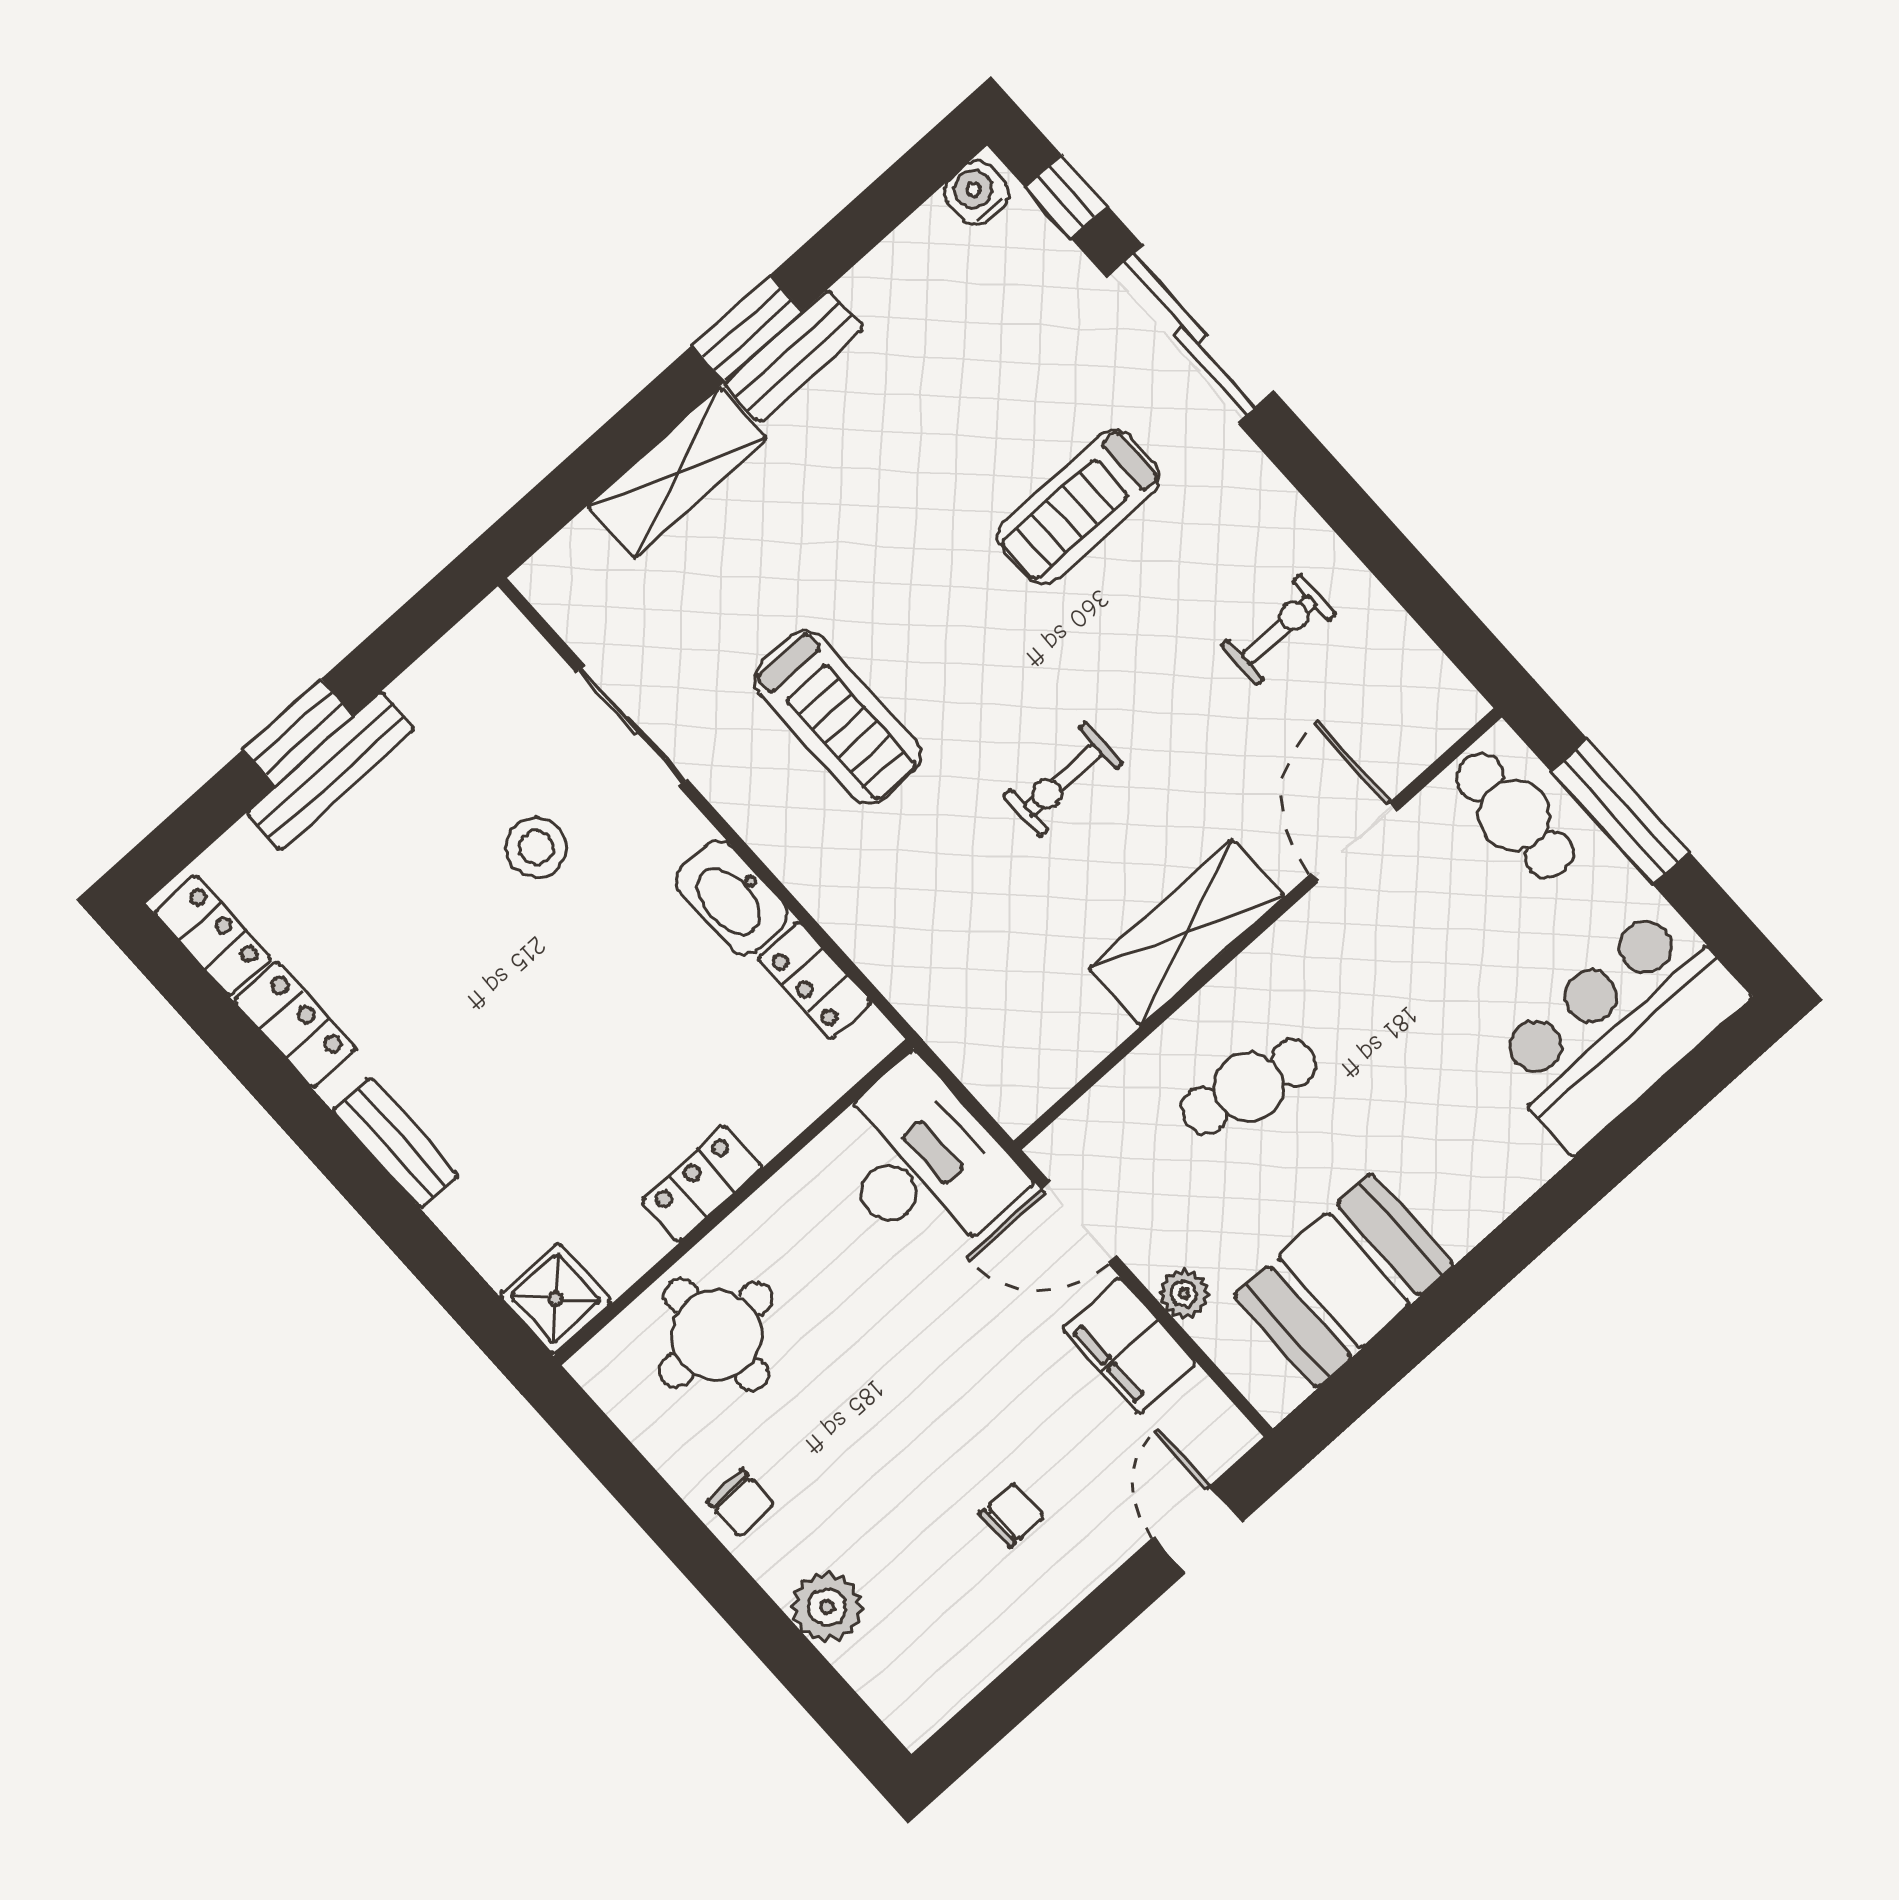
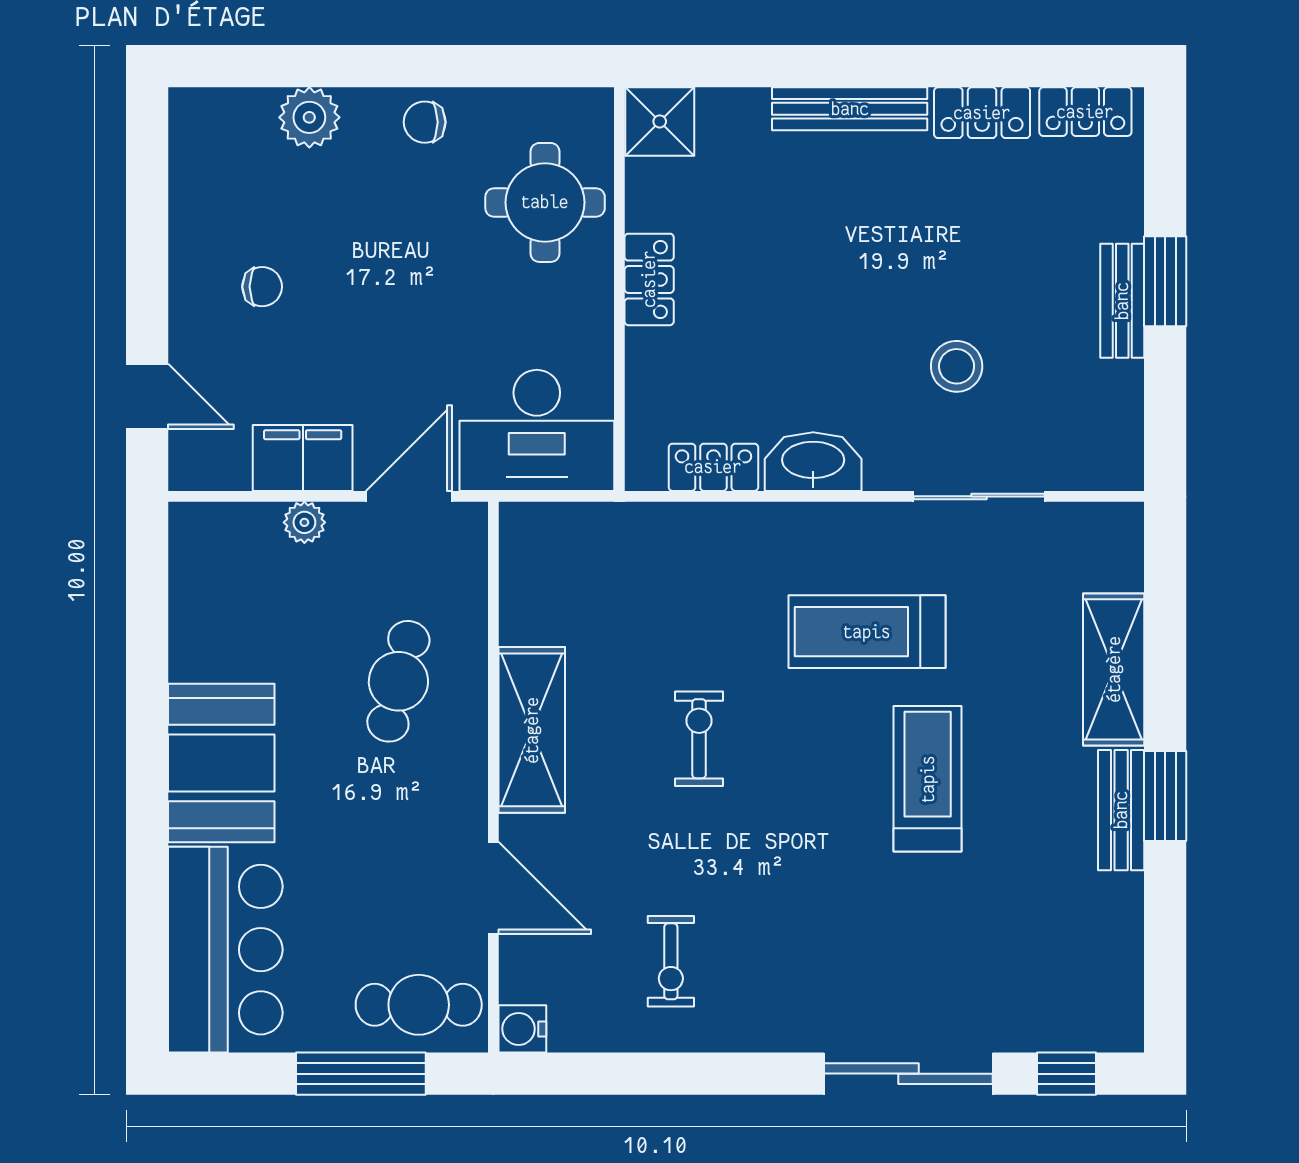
water cooler: (976, 193) -> (522, 1029), moved, turned 180
treadmill: (1079, 507) -> (928, 779), moved
bench: (331, 771) -> (1122, 301), width x0.73
bench: (395, 1143) -> (850, 109), width x1.36
booth: (1344, 1281) -> (221, 763), moved
chair: (1012, 1515) -> (262, 287), turned -90

